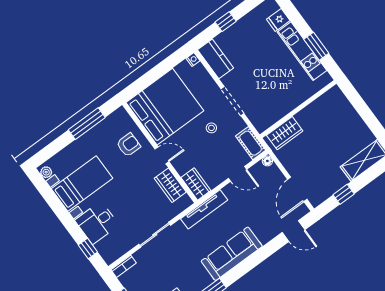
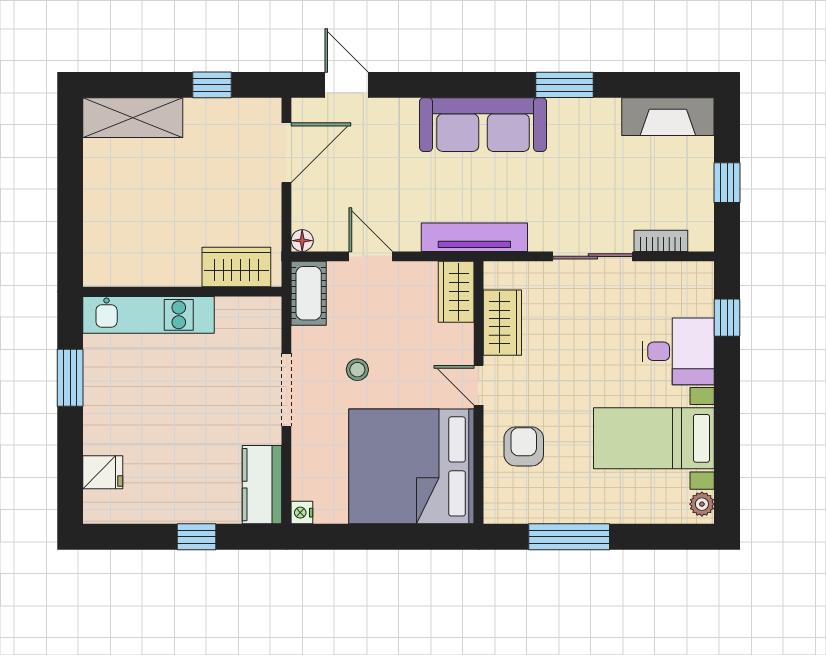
kitchen unit: (302, 51) -> (149, 315), moved, turned 90
armchair: (128, 145) -> (524, 446), turned 90
bookcase: (124, 266) -> (661, 241), moved

